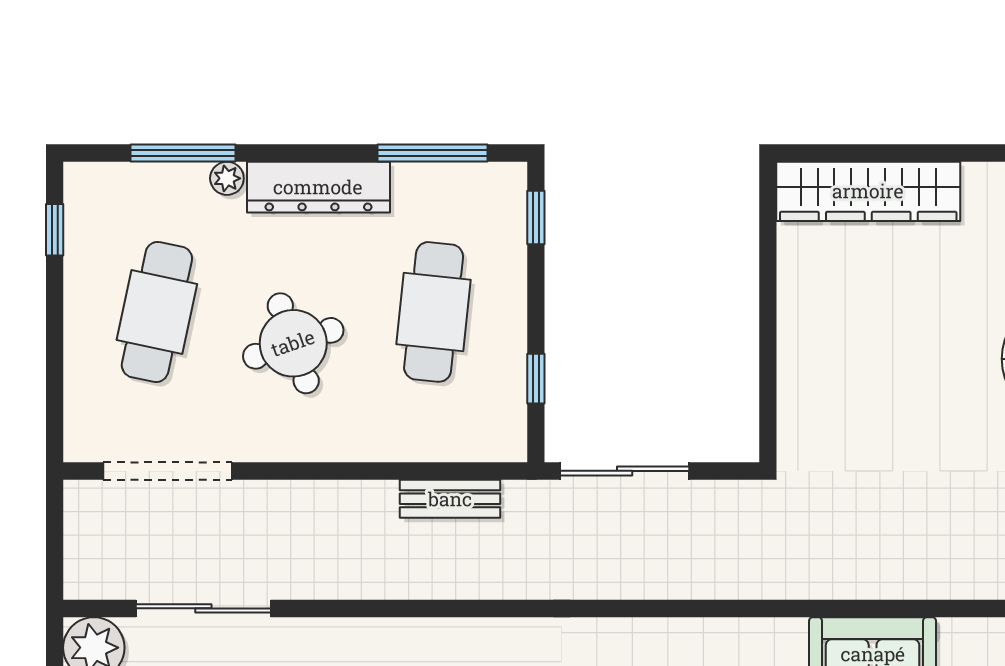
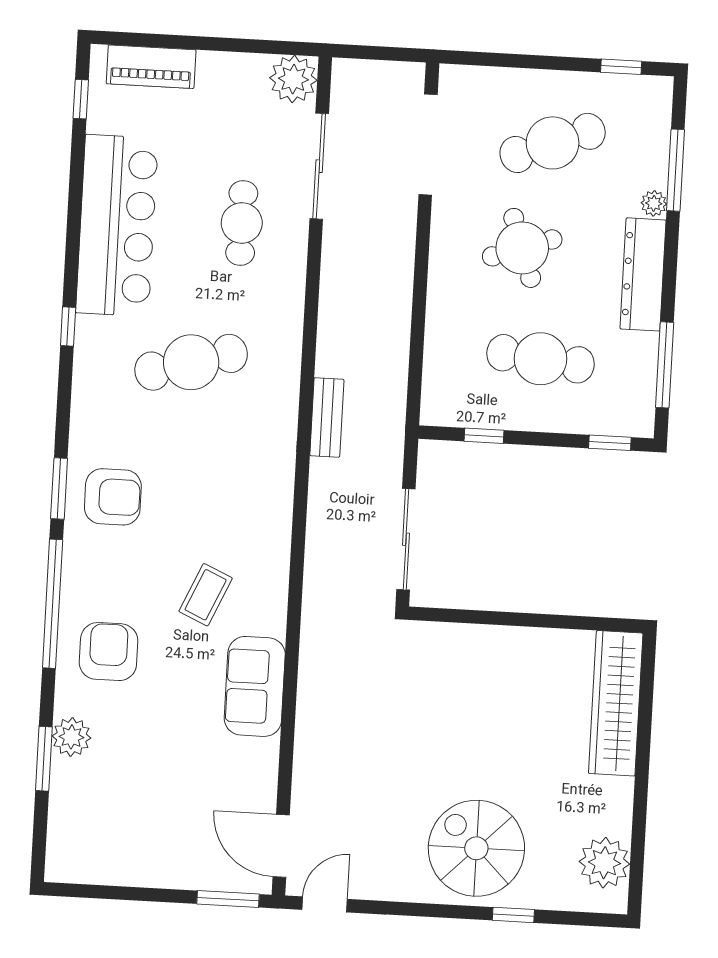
cafe table: (157, 312) -> (553, 143), turned -33
sliding door: (625, 471) -> (406, 539), moved
bench: (450, 499) -> (327, 418), moved

